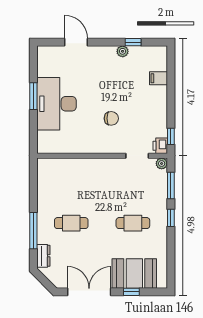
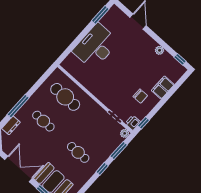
window: (133, 42) -> (180, 59), moved
filing cabinet: (159, 78) -> (163, 88), width x2.00
window: (33, 96) -> (100, 15), moved
chair: (111, 118) -> (140, 96), moved
cafe table: (71, 180) -> (65, 97), added

